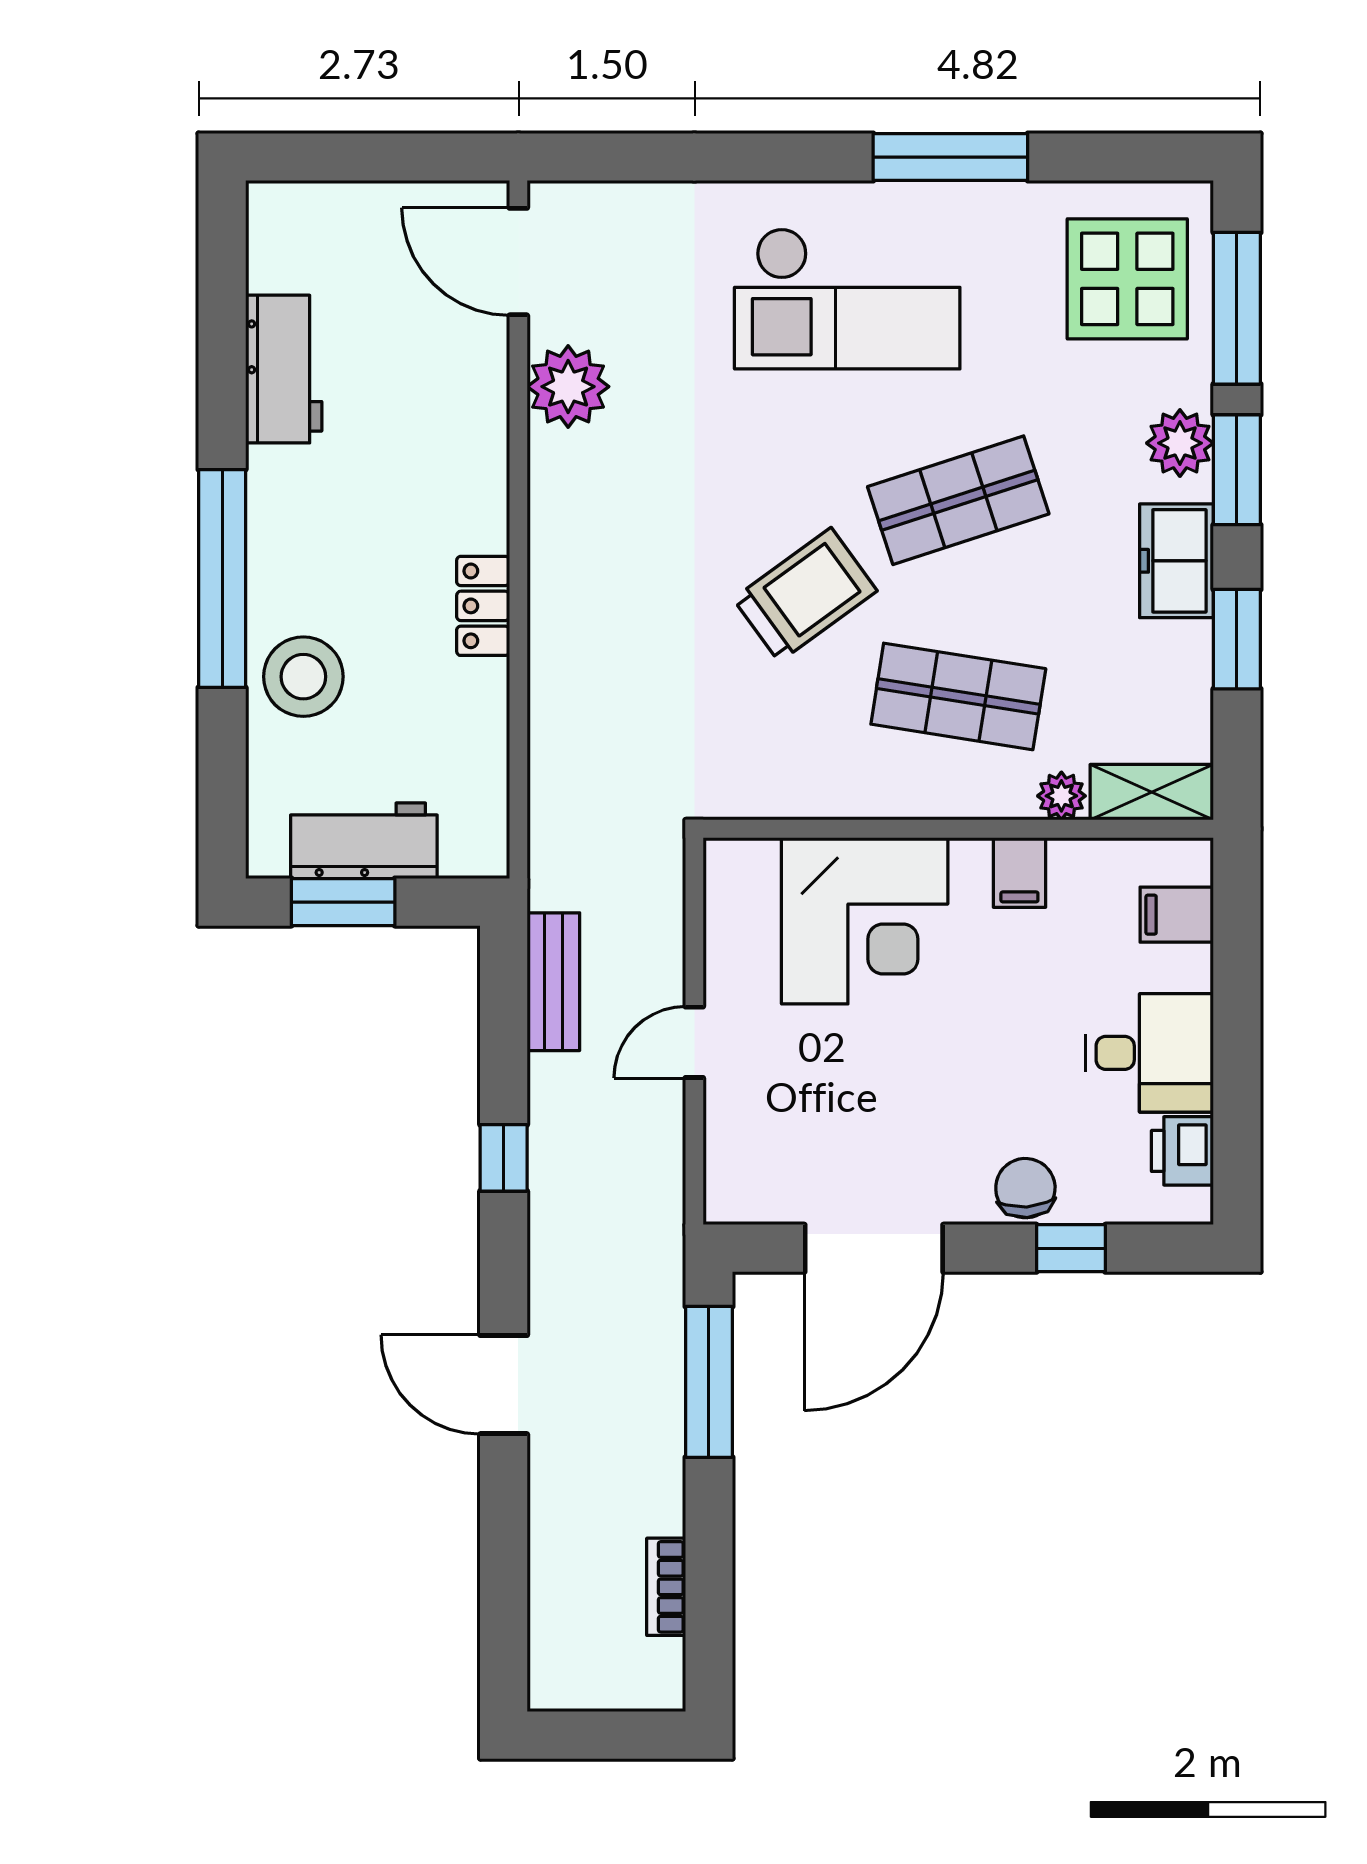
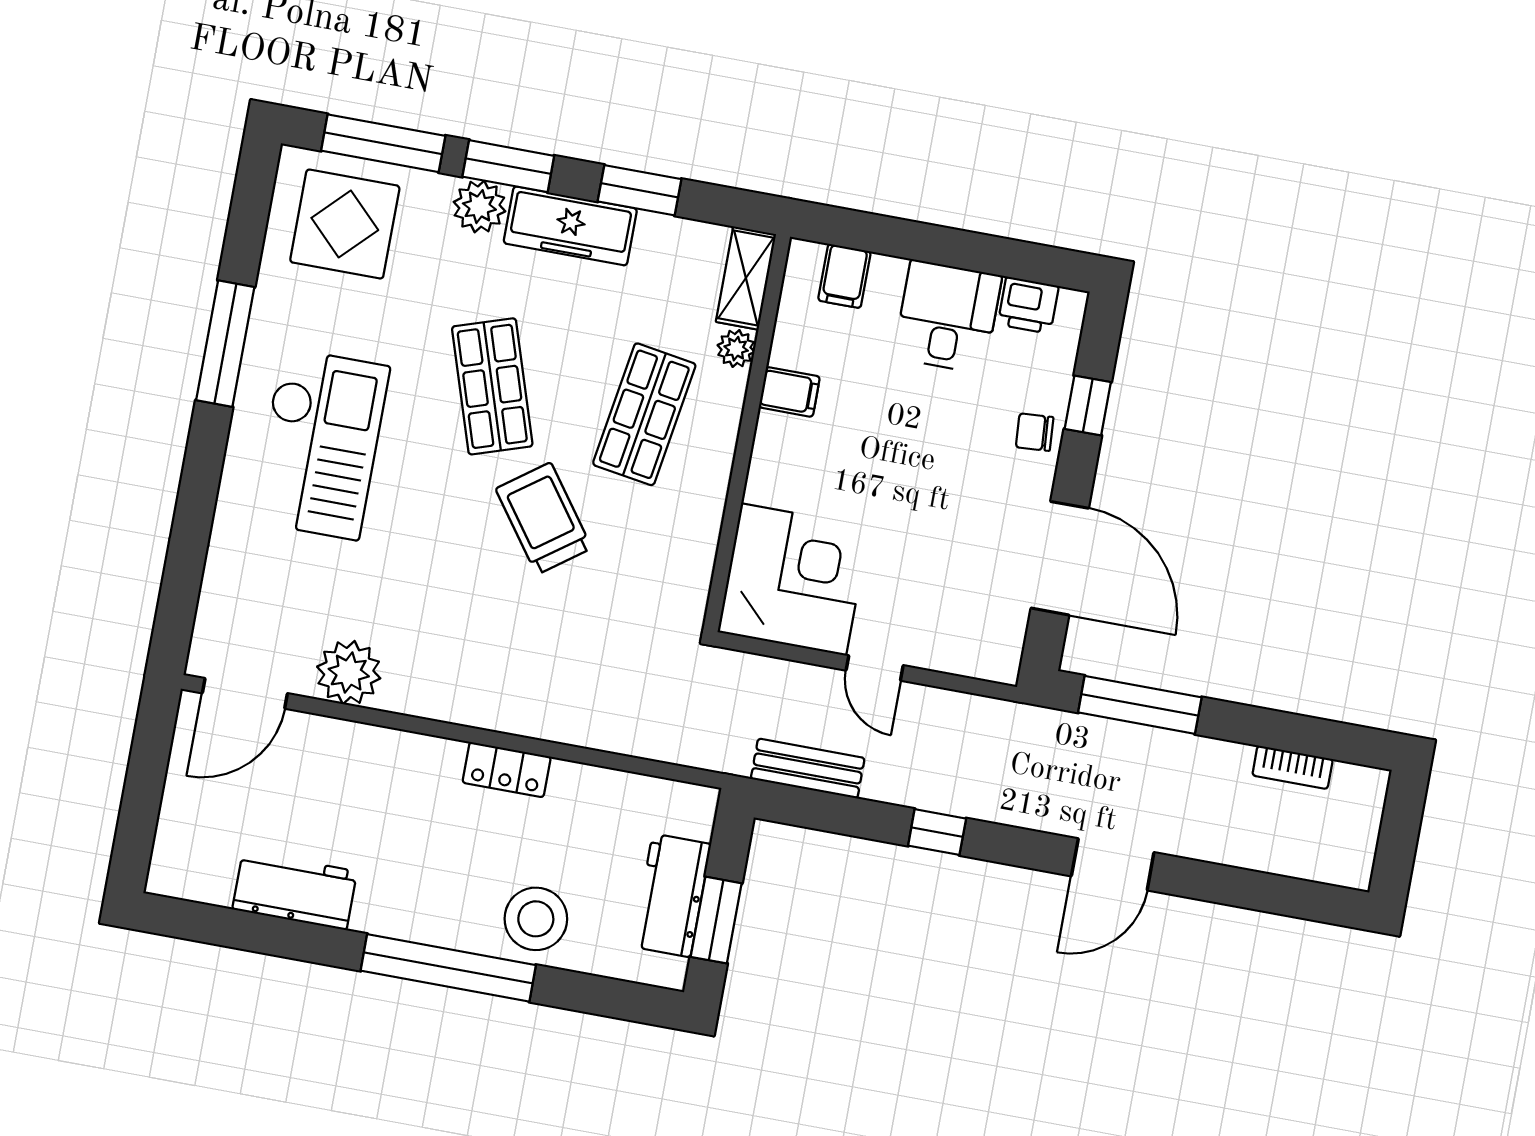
freezer: (1177, 561) -> (570, 226), width x1.40
corner desk: (865, 921) -> (794, 579), moved
chair: (1025, 1188) -> (1035, 432), width x0.73, depth x0.73

